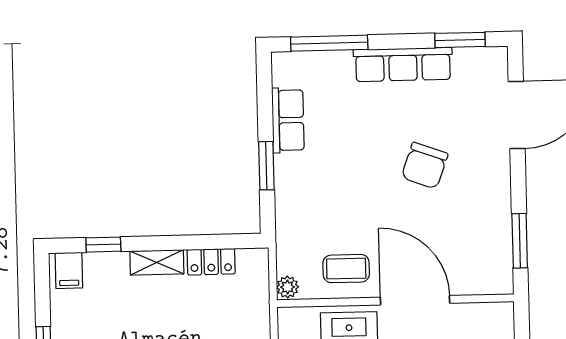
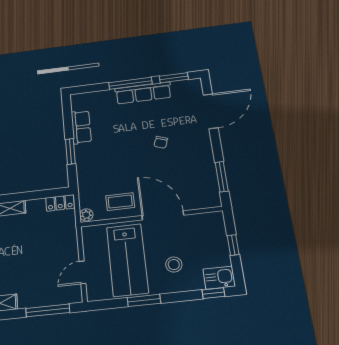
window: (329, 43) -> (130, 83), moved
chair: (425, 166) -> (161, 142), width x0.54, depth x0.54
locker: (211, 262) -> (60, 203), moved

